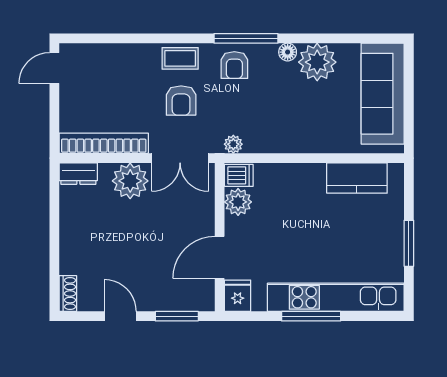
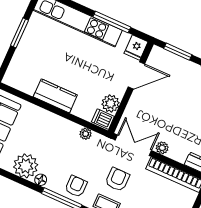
plant: (233, 144) -> (86, 134), moved
kitchen counter: (357, 178) -> (55, 96), moved
plant: (130, 181) -> (162, 148), width x0.53, depth x0.53
window: (311, 316) -> (112, 22), moved

